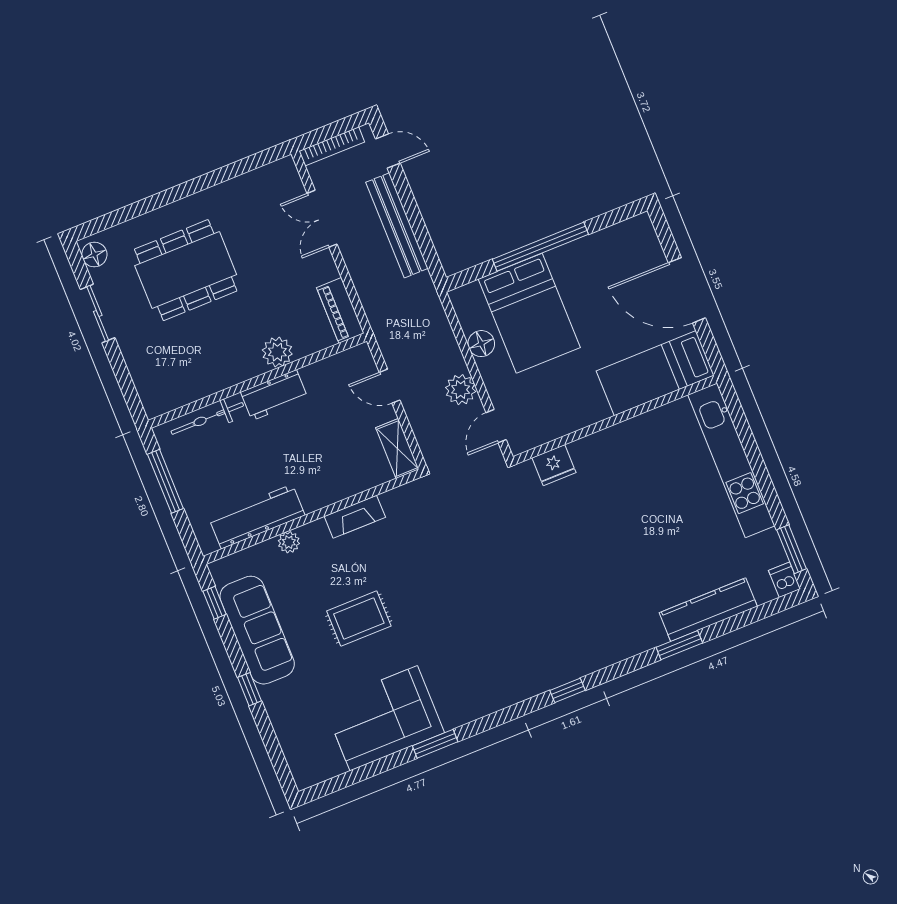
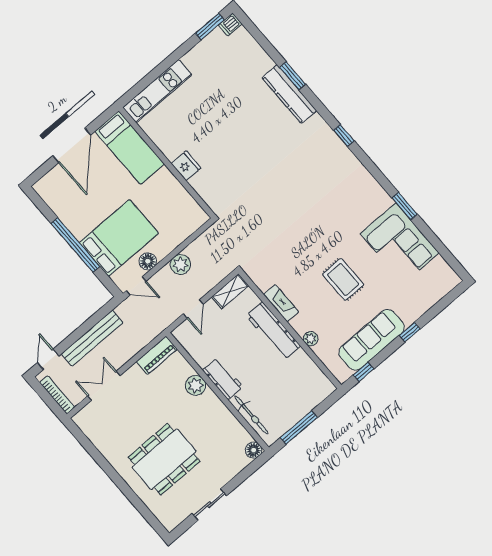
double door: (322, 219) -> (104, 386), swing flipped
floor lamp: (94, 255) -> (254, 450), moved
dining table: (186, 270) -> (164, 459), turned 90
door: (496, 426) -> (136, 286), moved
kitchen unit: (731, 460) -> (157, 91), width x0.73
fridge: (554, 465) -> (186, 166), moved
workbench: (257, 517) -> (273, 331), moved
kitchen counter: (708, 610) -> (289, 94), moved

